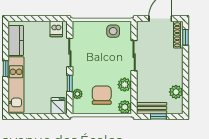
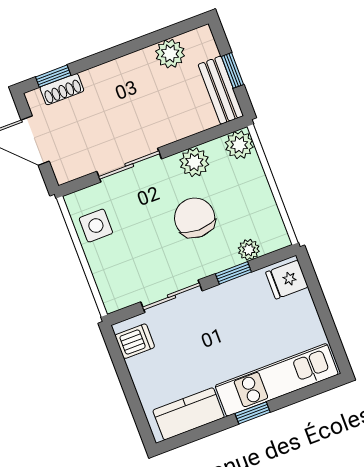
shoe rack: (178, 35) -> (62, 89), width x0.70
chair: (102, 95) -> (195, 218), moved, turned 90

